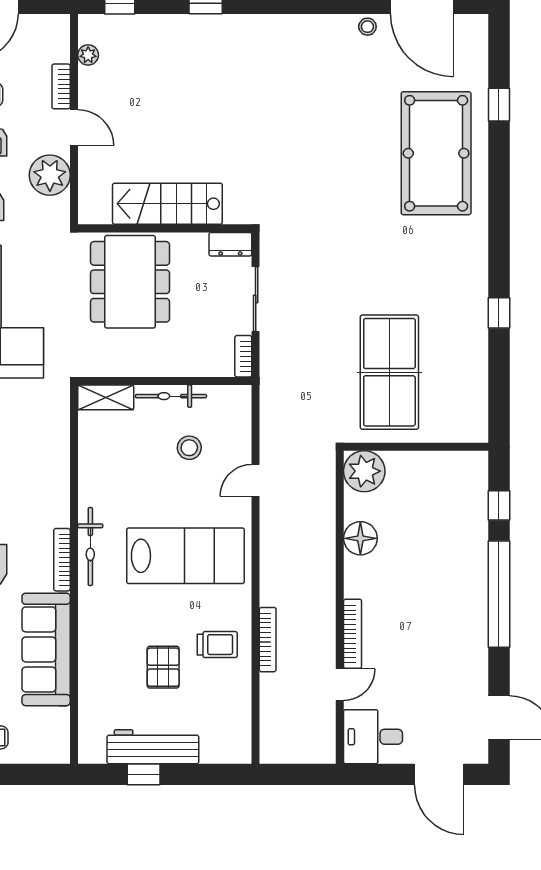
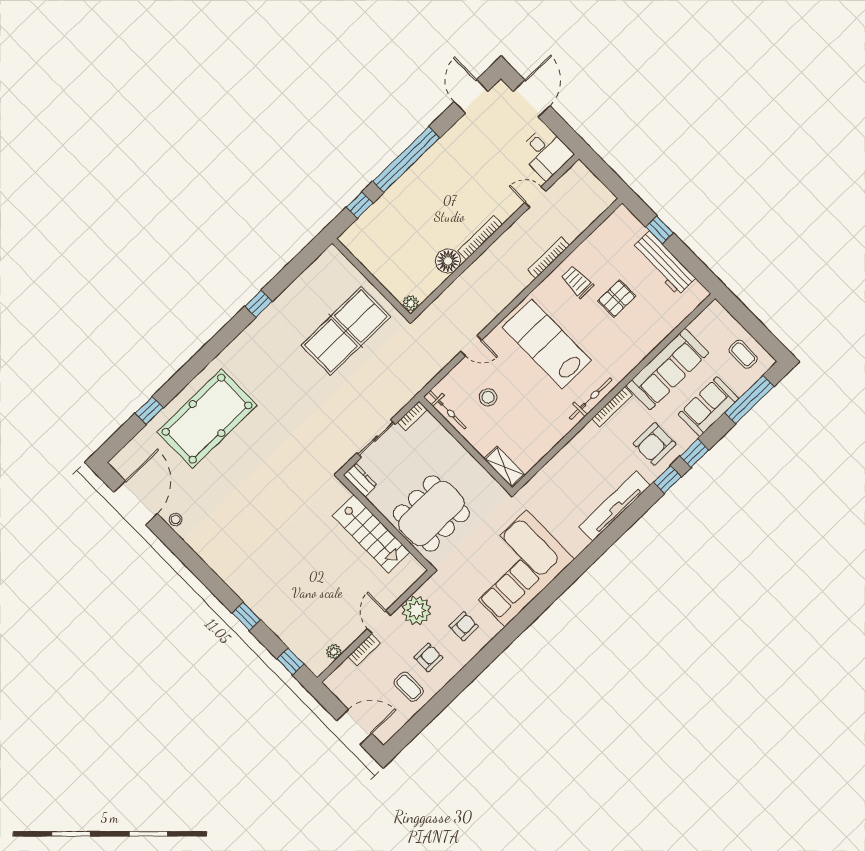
bicycle: (171, 396) -> (447, 410), moved
plant: (364, 471) -> (411, 303), width x0.53, depth x0.53
bookcase: (353, 634) -> (480, 238), moved
window: (144, 774) -> (660, 230), moved

